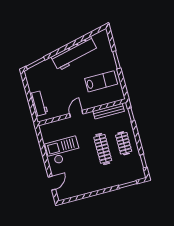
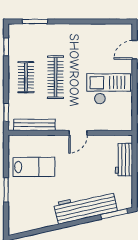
workbench: (74, 54) -> (85, 207), moved
lab bench: (101, 81) -> (34, 167), turned 180
checkout: (63, 151) -> (109, 89), turned 180

